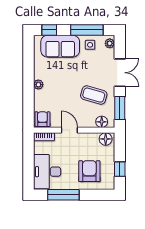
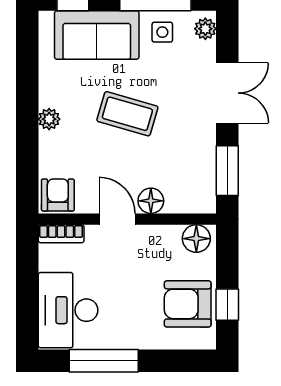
coffee table: (94, 95) -> (127, 114), moved
floor lamp: (102, 122) -> (151, 201), moved
armchair: (89, 171) -> (188, 304), moved, turned -90

